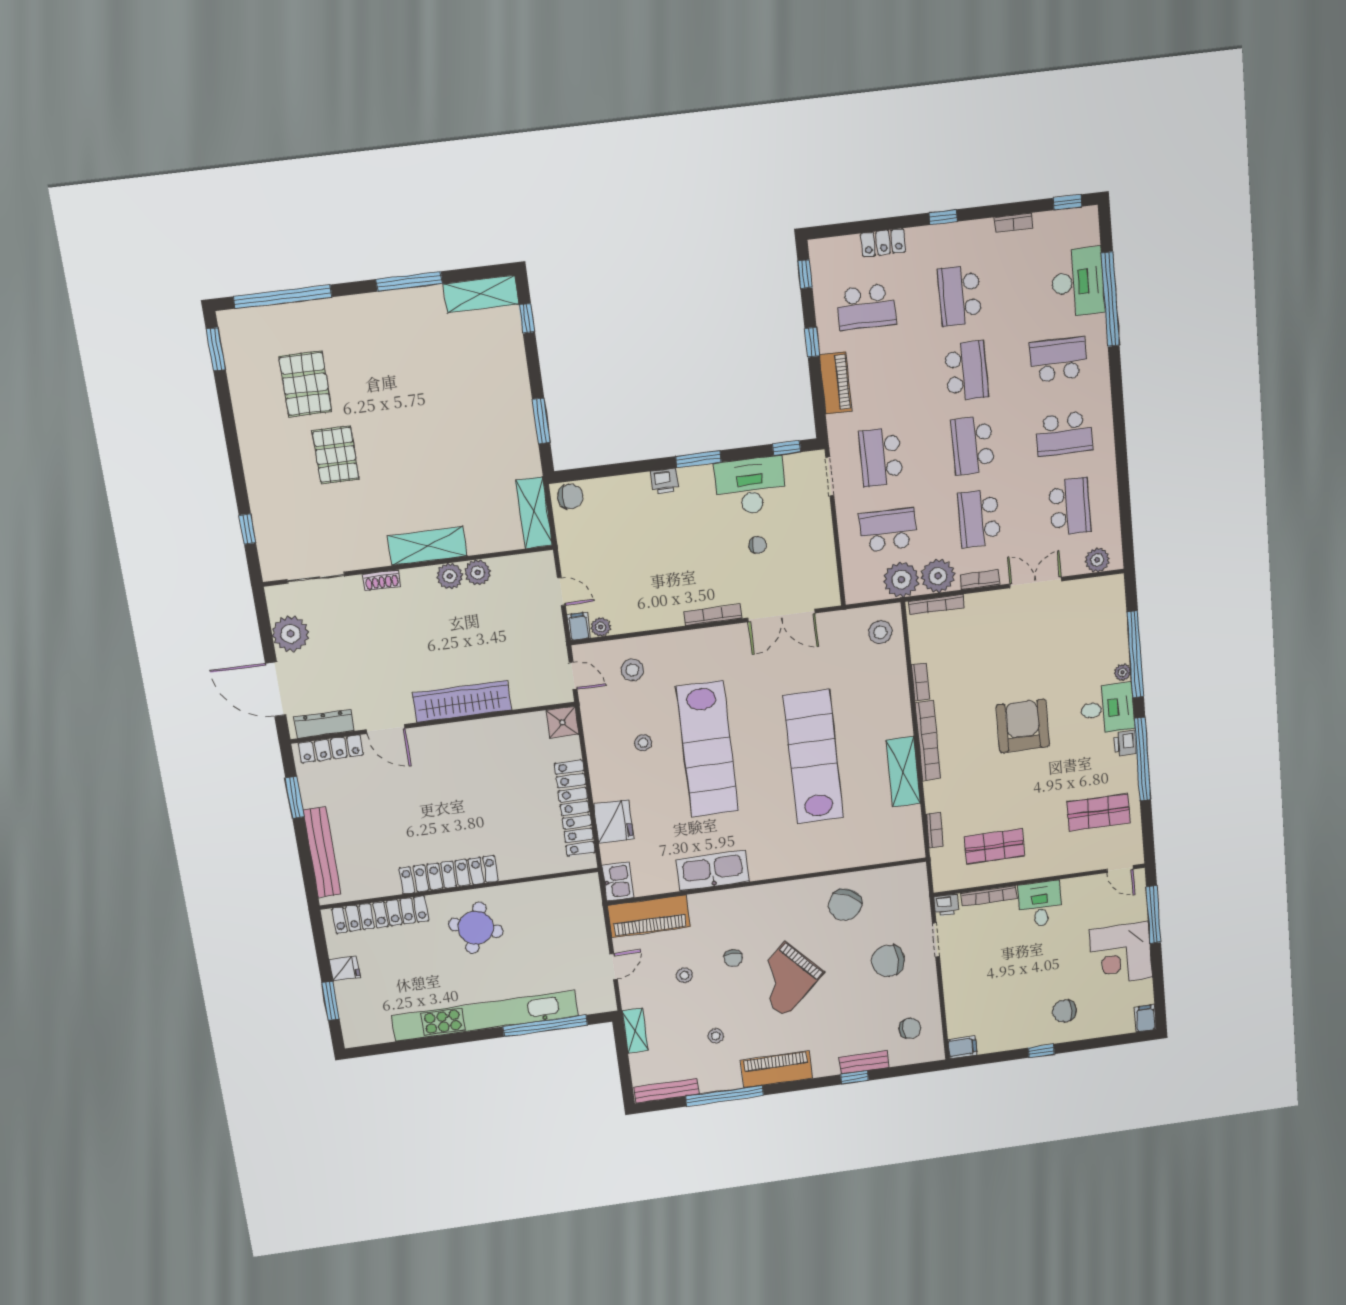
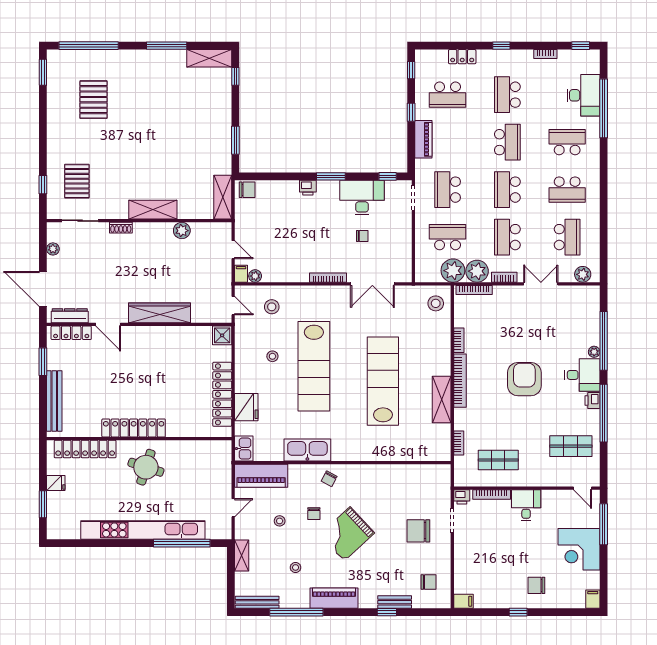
pallet: (336, 455) -> (77, 181), moved
plant: (450, 576) -> (164, 231), removed
plant: (291, 634) -> (53, 249), width x0.53, depth x0.53
chair: (845, 905) -> (329, 479), moved, width x0.54, depth x0.54

